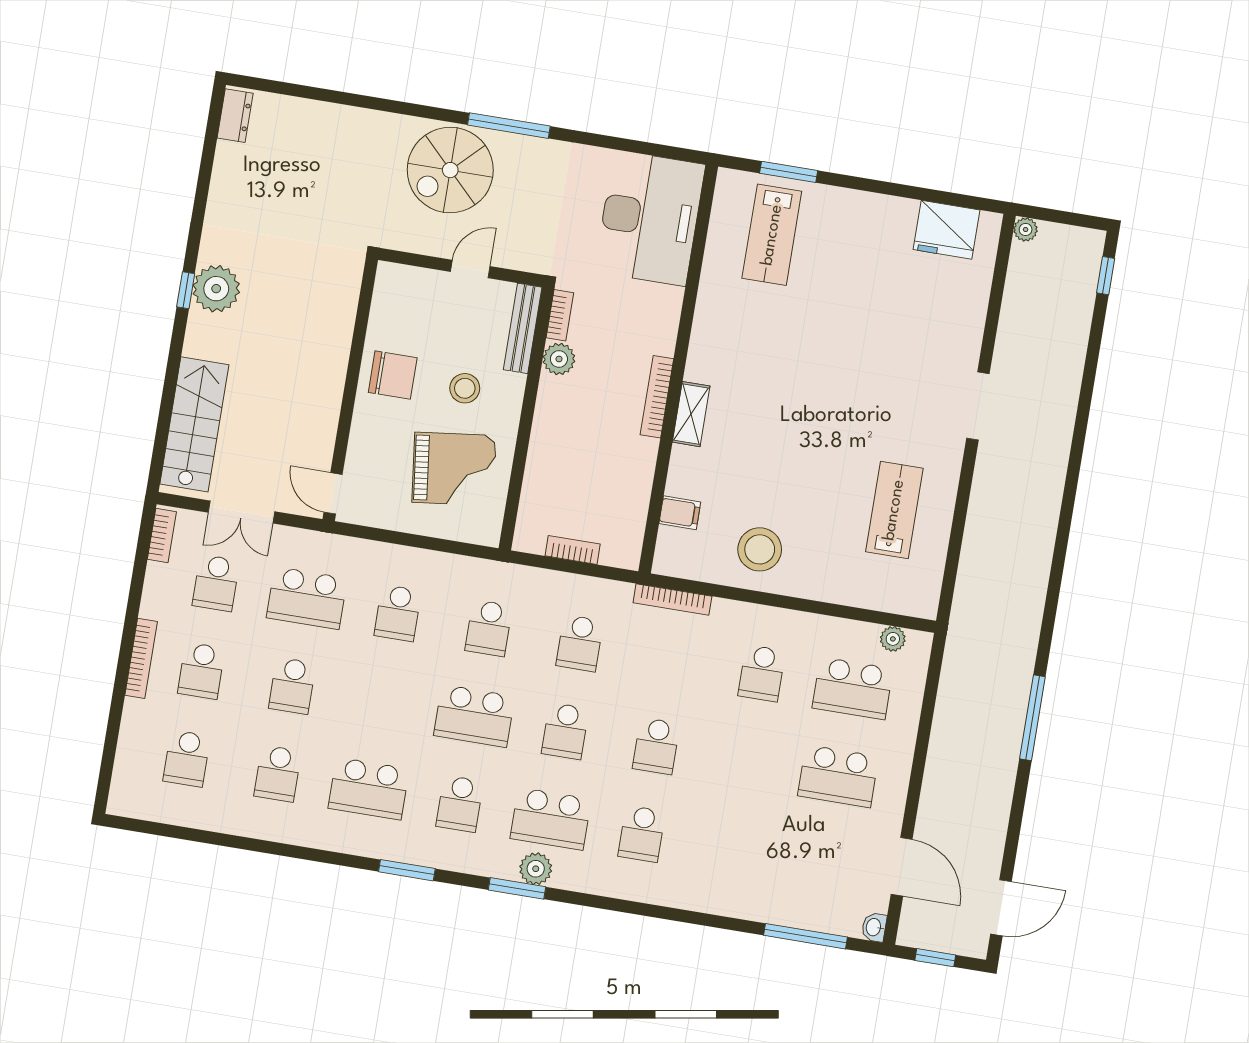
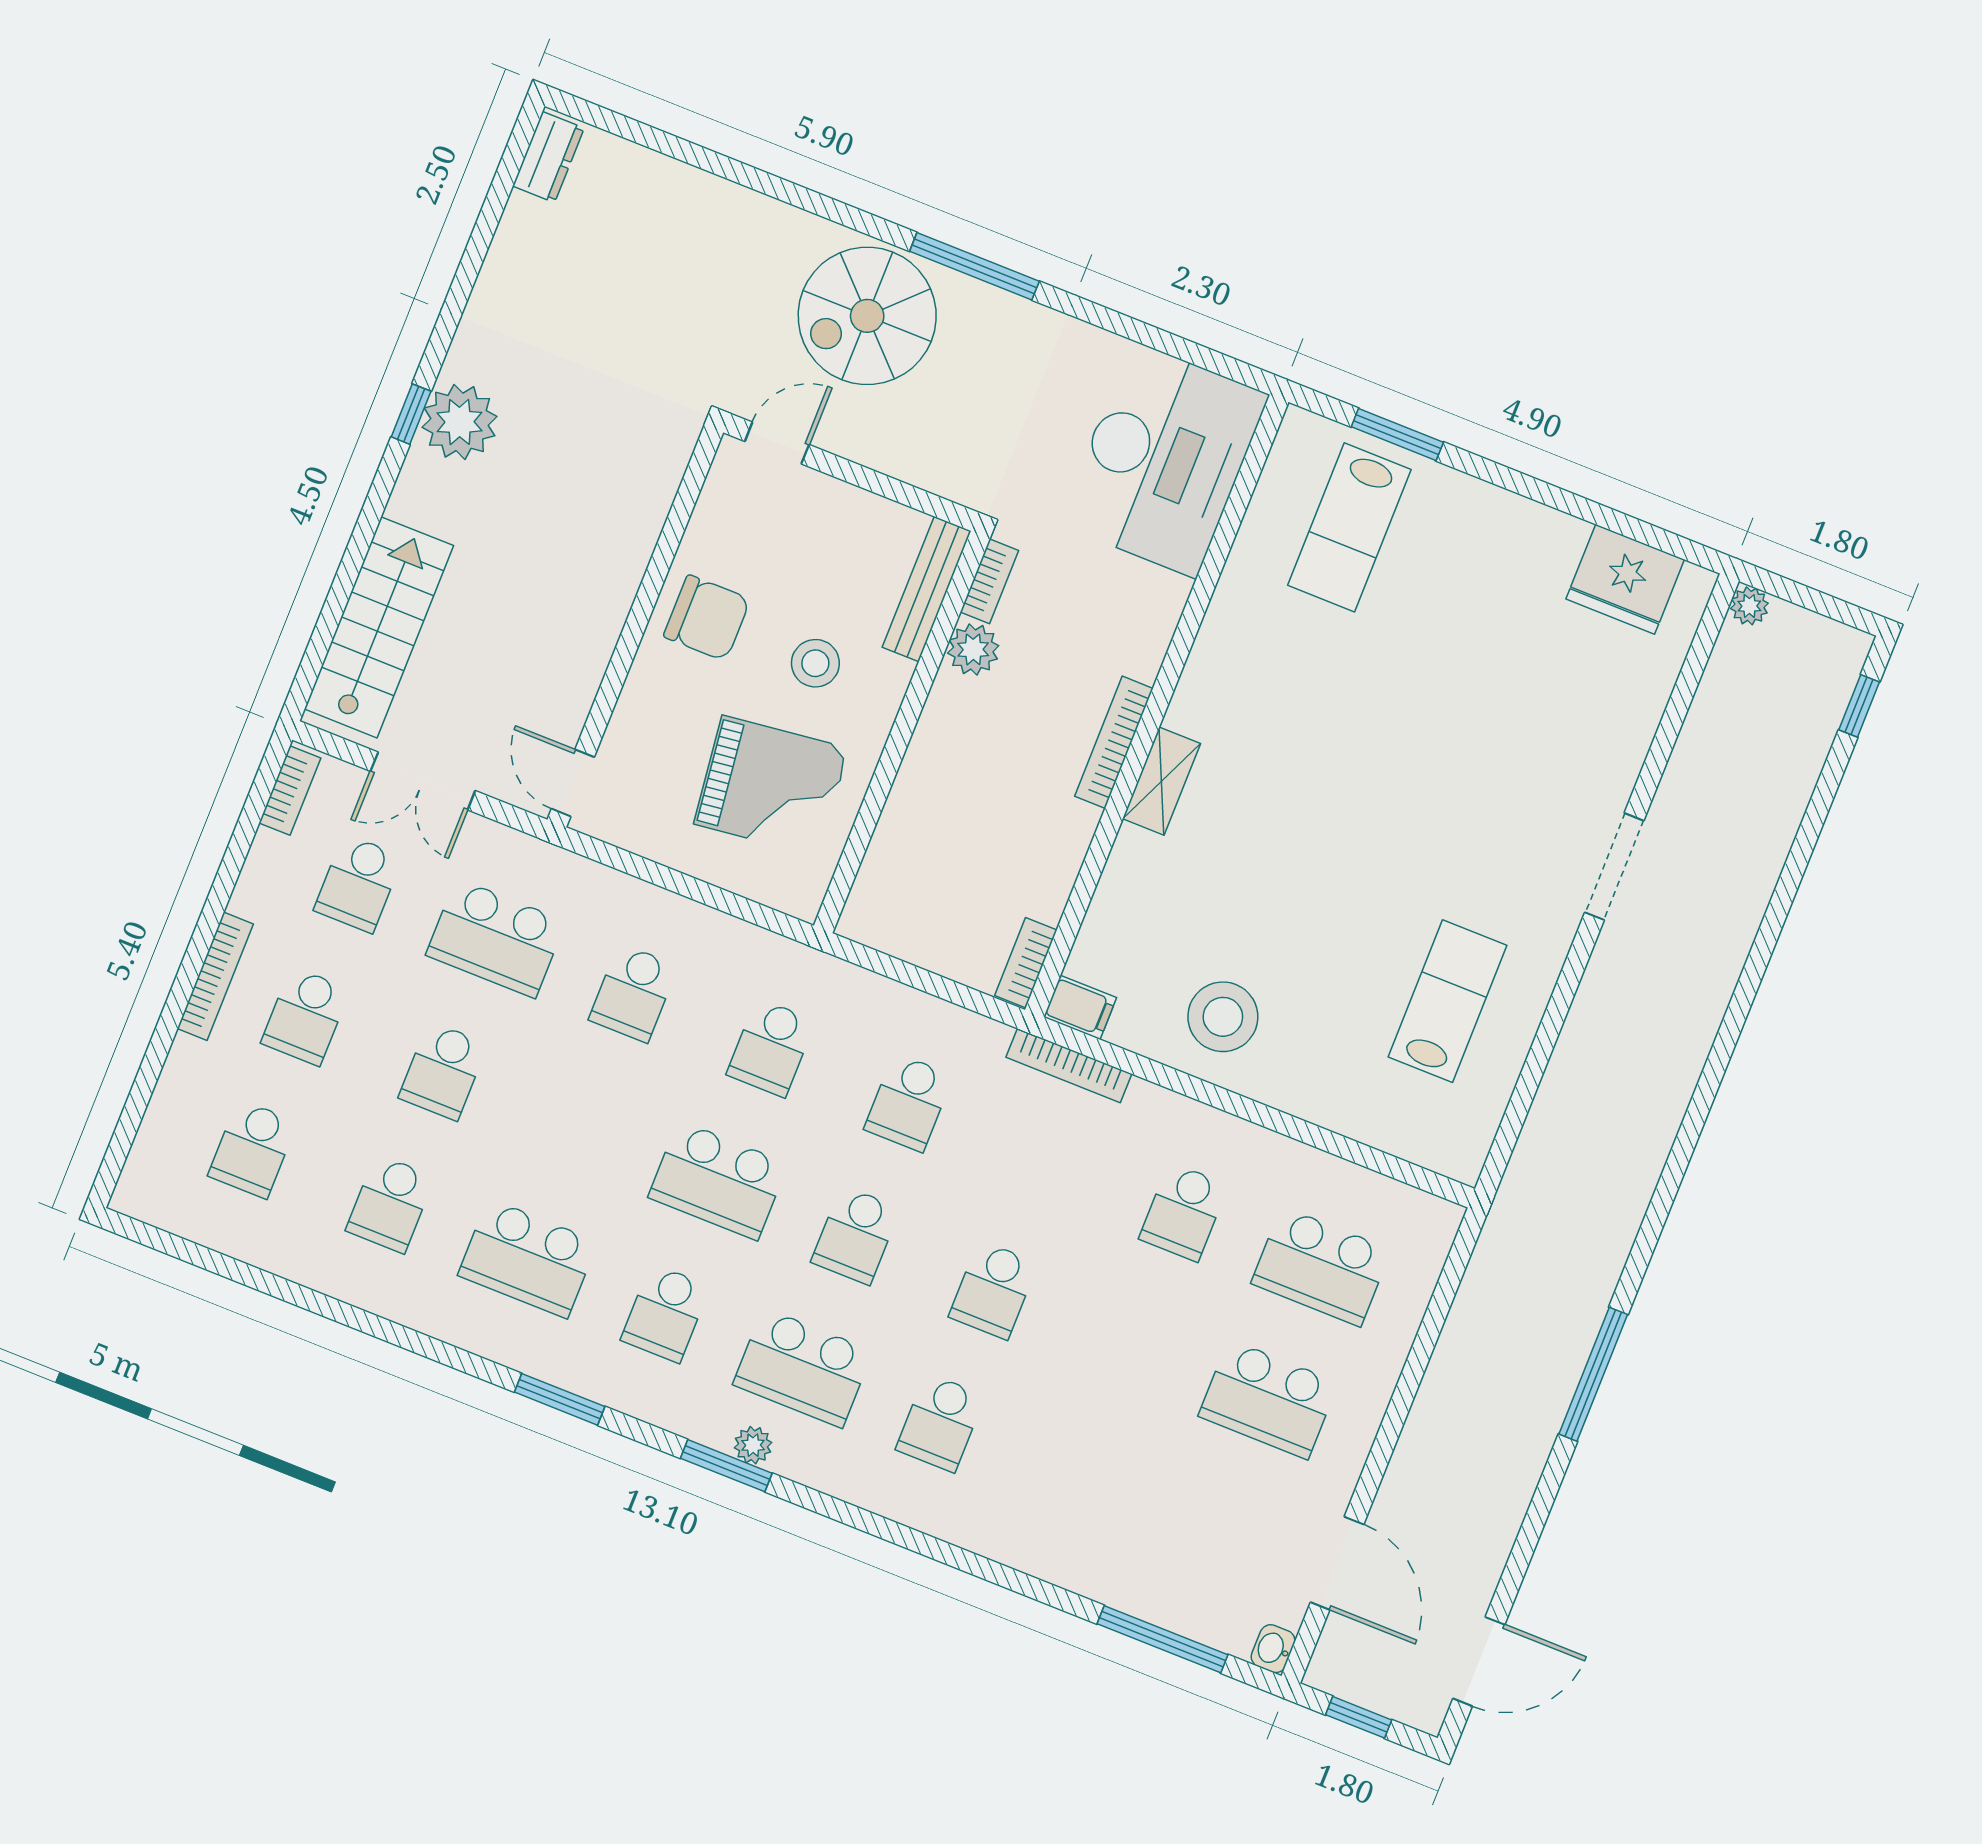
door: (470, 269) -> (777, 443), moved
filing cabinet: (680, 513) -> (1080, 1007), moved
bookcase: (573, 550) -> (1026, 963), moved, turned -90
plant: (893, 639) -> (1401, 1203), removed
plant: (536, 869) -> (753, 1445), width x0.73, depth x0.73

